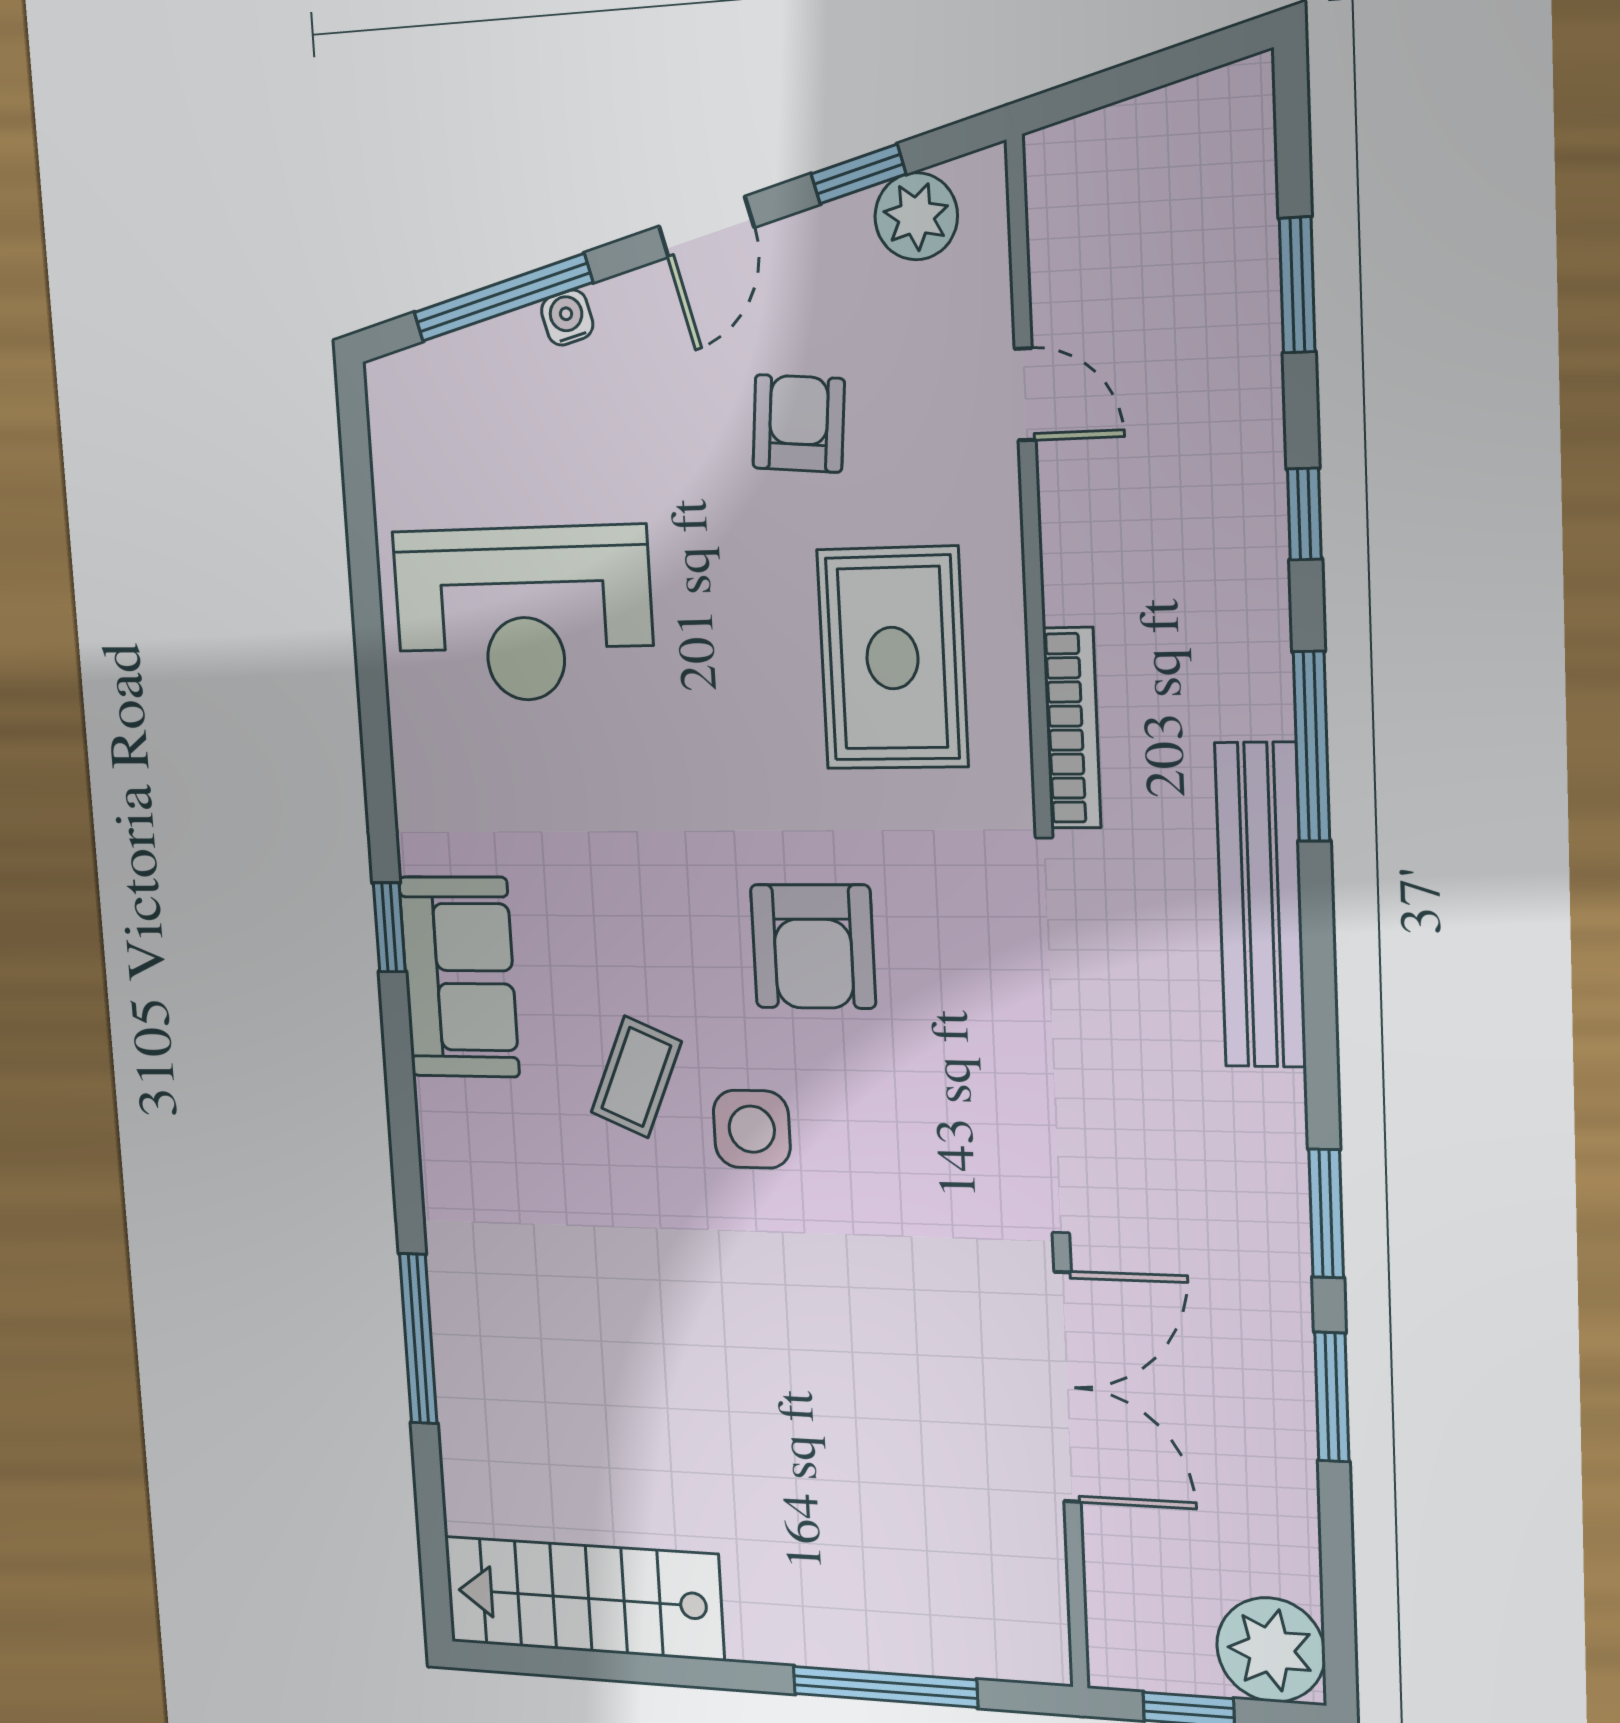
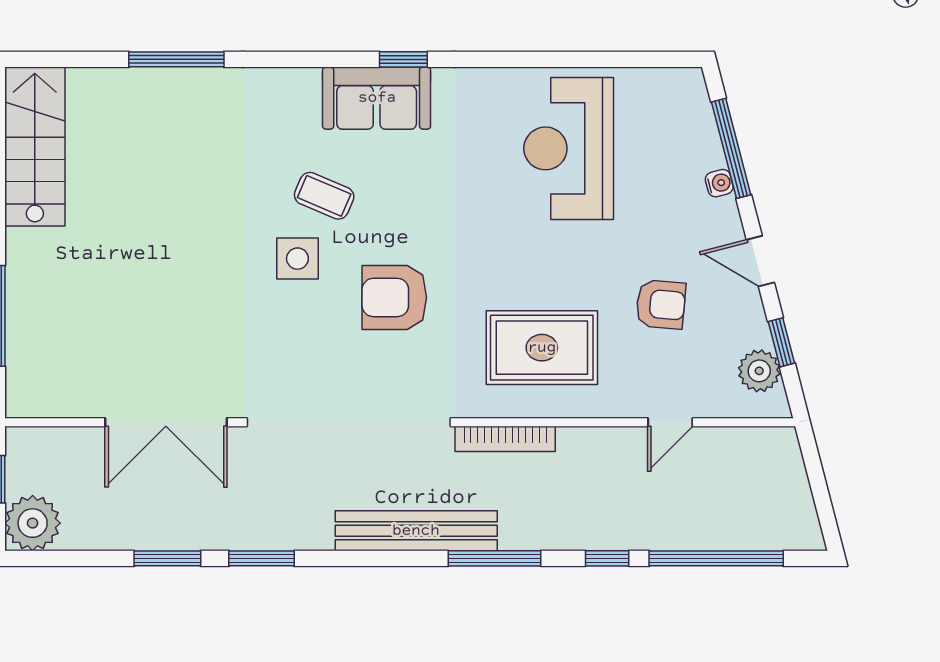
window: (1297, 285) -> (716, 558), width x2.11

